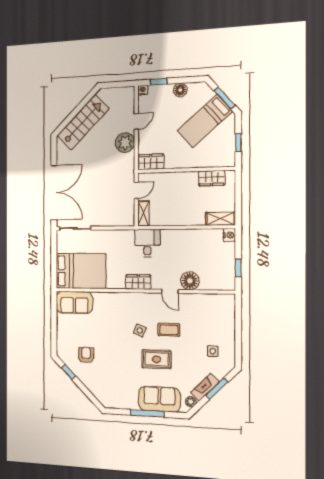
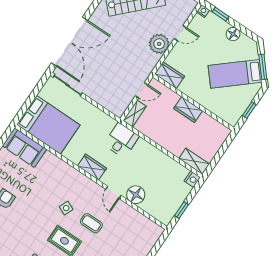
wardrobe: (212, 178) -> (188, 110), moved

